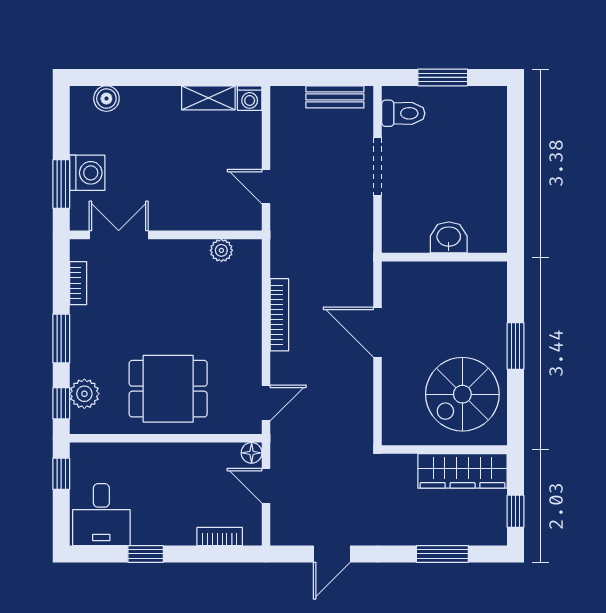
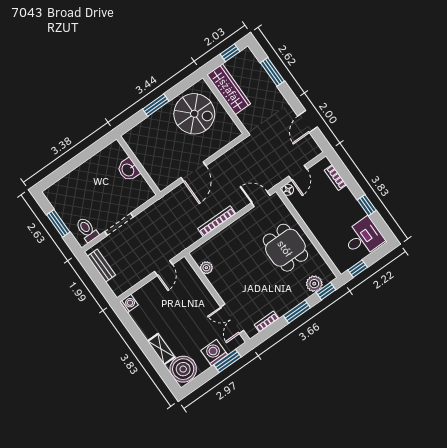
shelving: (208, 98) -> (161, 349), moved
boiler: (106, 99) -> (183, 369), width x1.86, depth x1.86
door: (332, 554) -> (308, 122), swing flipped

